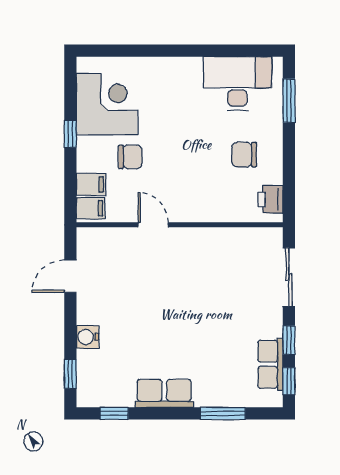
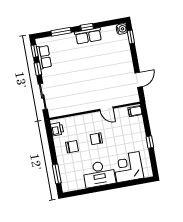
desk: (237, 83) -> (99, 174), moved
corner desk: (107, 104) -> (128, 167), moved, turned 90
chair: (130, 157) -> (96, 139), moved
filing cabinet: (91, 184) -> (137, 122), removed
water cooler: (87, 337) -> (122, 29), moved
window: (114, 413) -> (87, 27), moved

